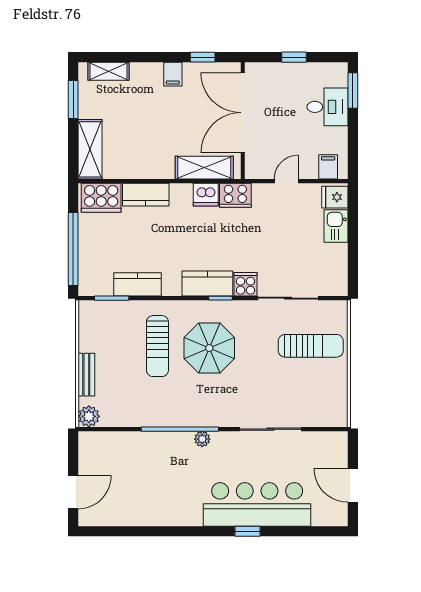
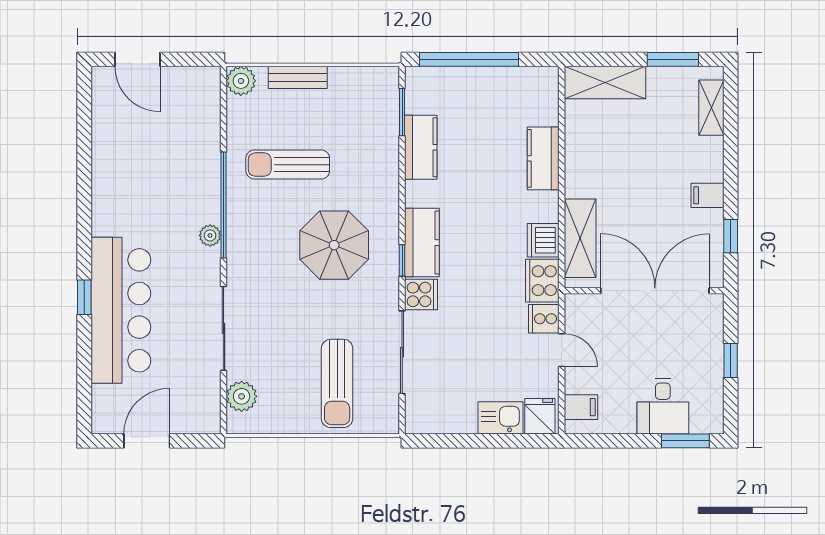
cooker: (101, 198) -> (544, 319), moved, width x0.53, depth x0.76
sun lounger: (157, 346) -> (288, 165), moved
plant: (320, 416) -> (242, 396), added

